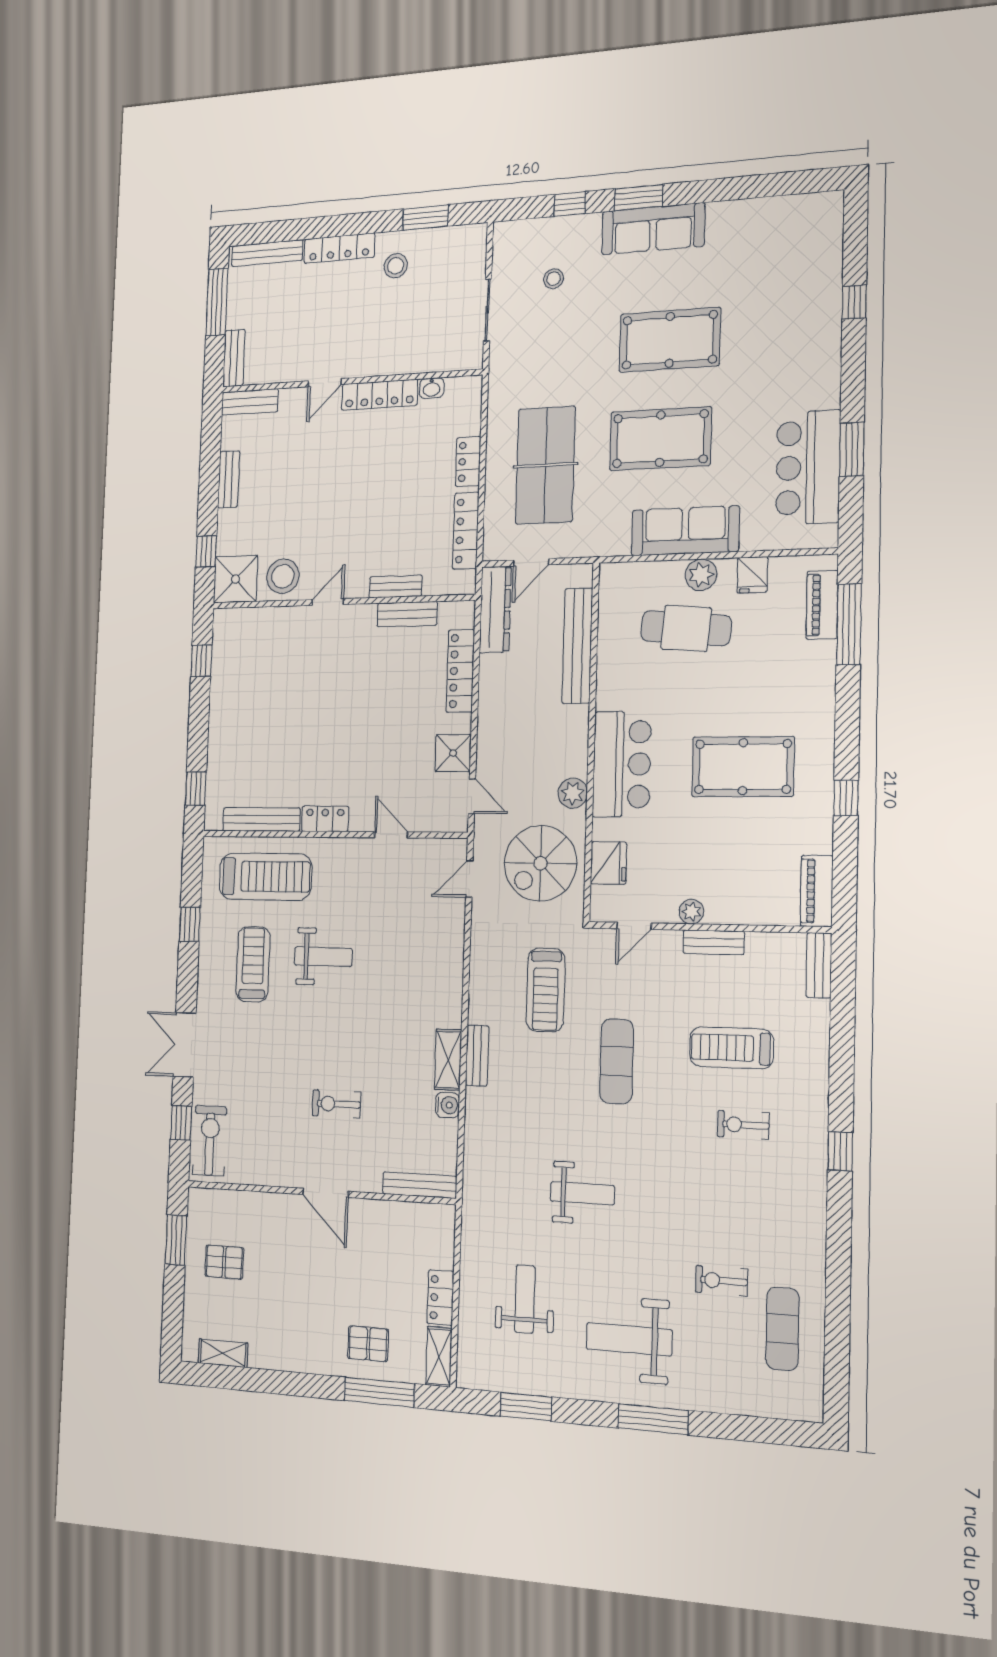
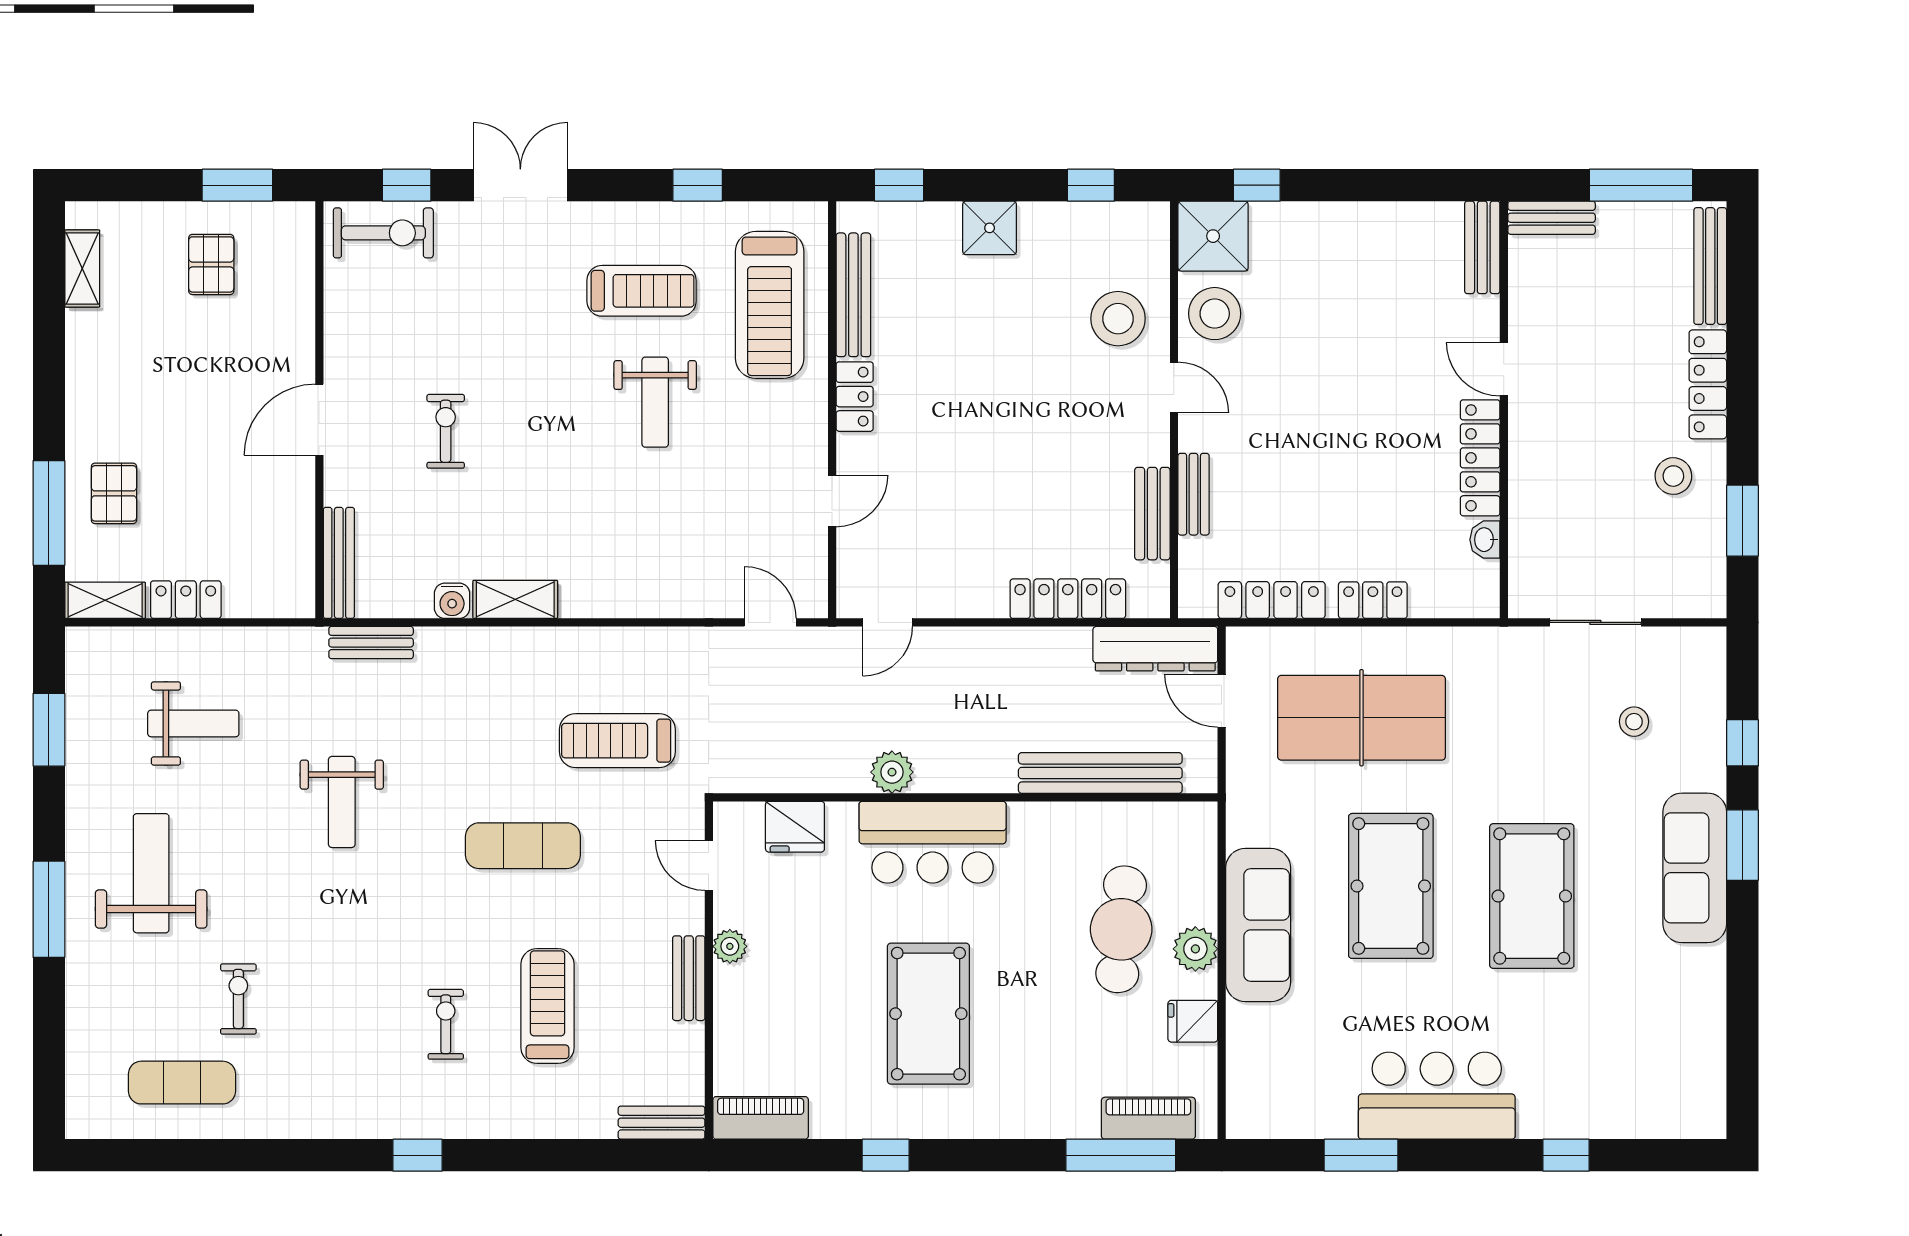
bar counter: (808, 467) -> (1437, 1096), moved
bench: (229, 479) -> (1365, 218), removed
stool: (283, 641) -> (1118, 319), added
shower: (453, 753) -> (990, 228), moved
spiral stairs: (540, 863) -> (794, 728), removed
bench: (477, 1056) -> (371, 643), moved

